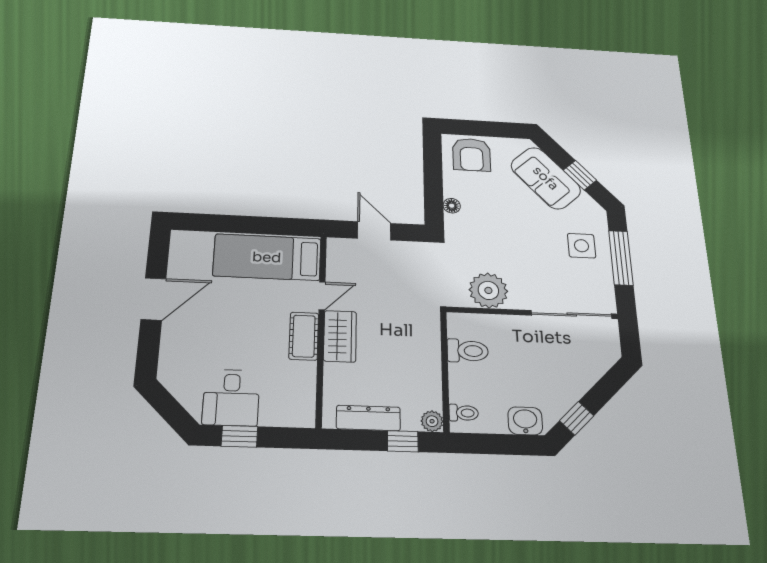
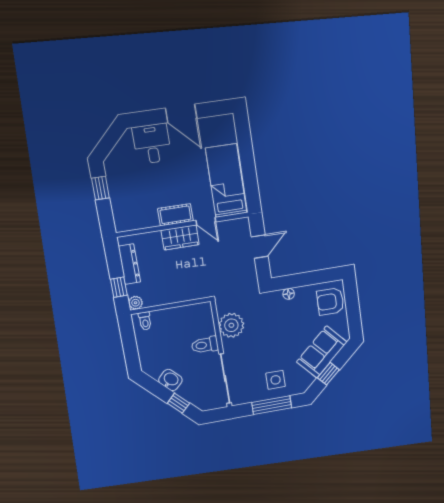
toilet: (468, 351) -> (205, 345), moved, turned 90
desk: (231, 398) -> (152, 144), moved, turned 90
window: (577, 418) -> (178, 403), moved
washbasin: (525, 421) -> (170, 380), moved, turned -45

